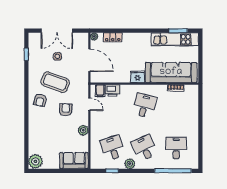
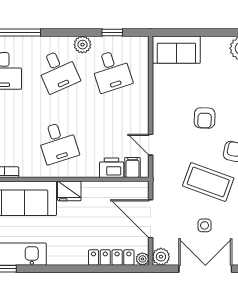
locker: (113, 37) -> (111, 258), width x1.53
desk: (144, 105) -> (58, 143), turned -33
armchair: (66, 110) -> (205, 118), moved
plant: (83, 130) -> (161, 257), moved

